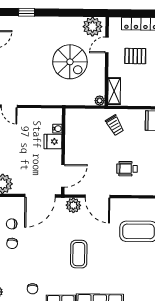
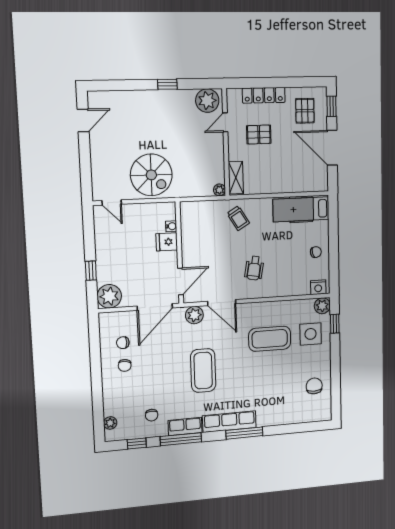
window: (27, 12) -> (167, 84), moved
spiral stairs: (70, 62) -> (151, 175), moved
wheelchair: (127, 169) -> (254, 268), turned -80
coffee table: (79, 254) -> (203, 371), width x1.36, depth x1.32

